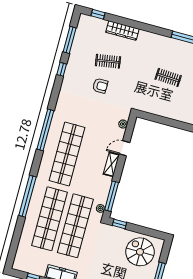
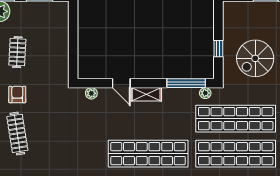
clothes rail: (108, 61) -> (17, 133), width x1.36
armchair: (100, 86) -> (17, 94), moved
window: (119, 224) -> (218, 49), moved
spiral stairs: (140, 252) -> (255, 58), moved

